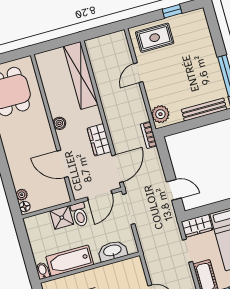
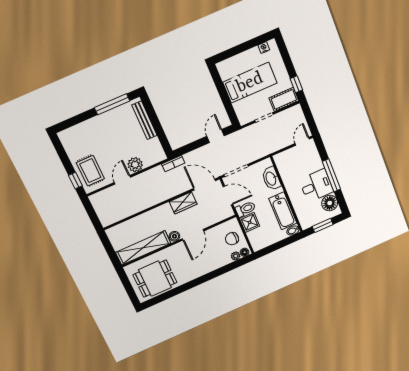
window: (172, 11) -> (75, 181), moved
door: (138, 73) -> (122, 180), swing flipped
shelving: (81, 75) -> (143, 248), moved
plant: (160, 114) -> (135, 165), moved
door: (63, 164) -> (193, 235), moved
chair: (45, 193) -> (232, 239), added
wardrobe: (197, 226) -> (243, 112), removed

